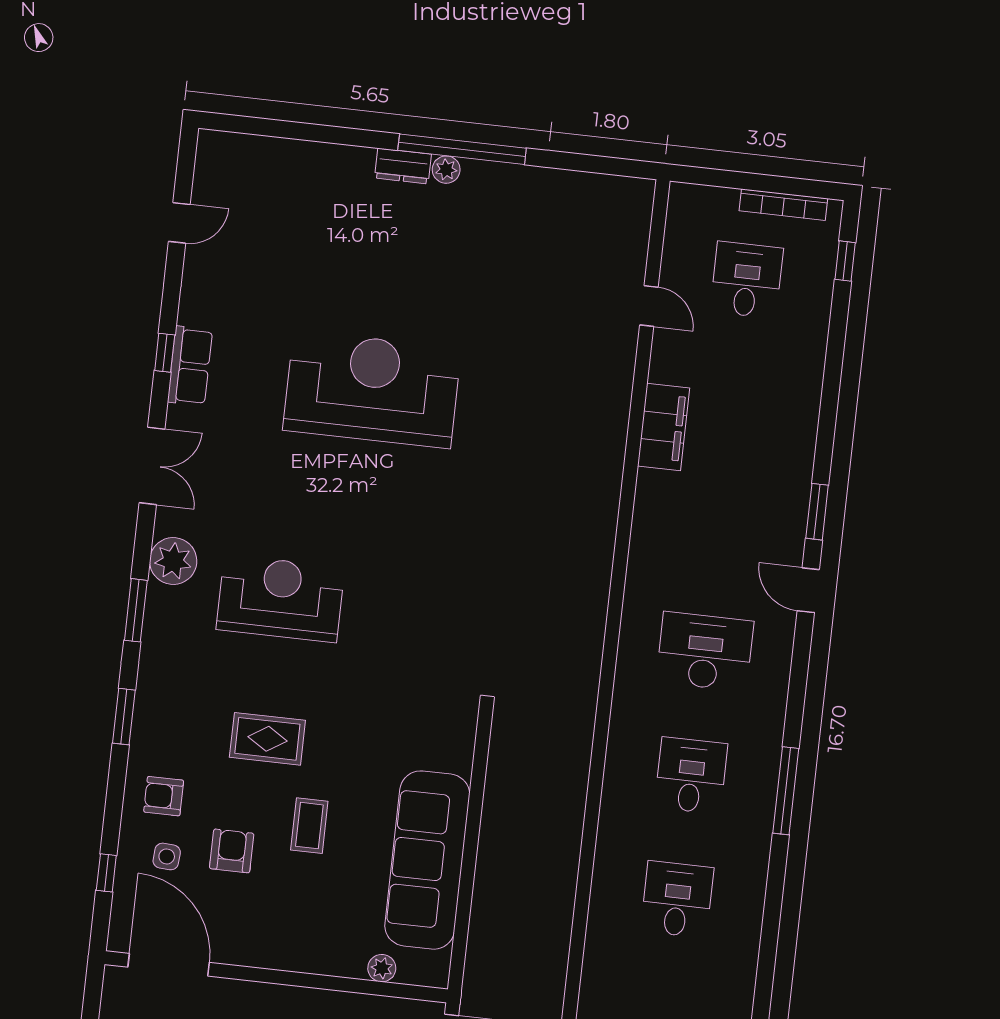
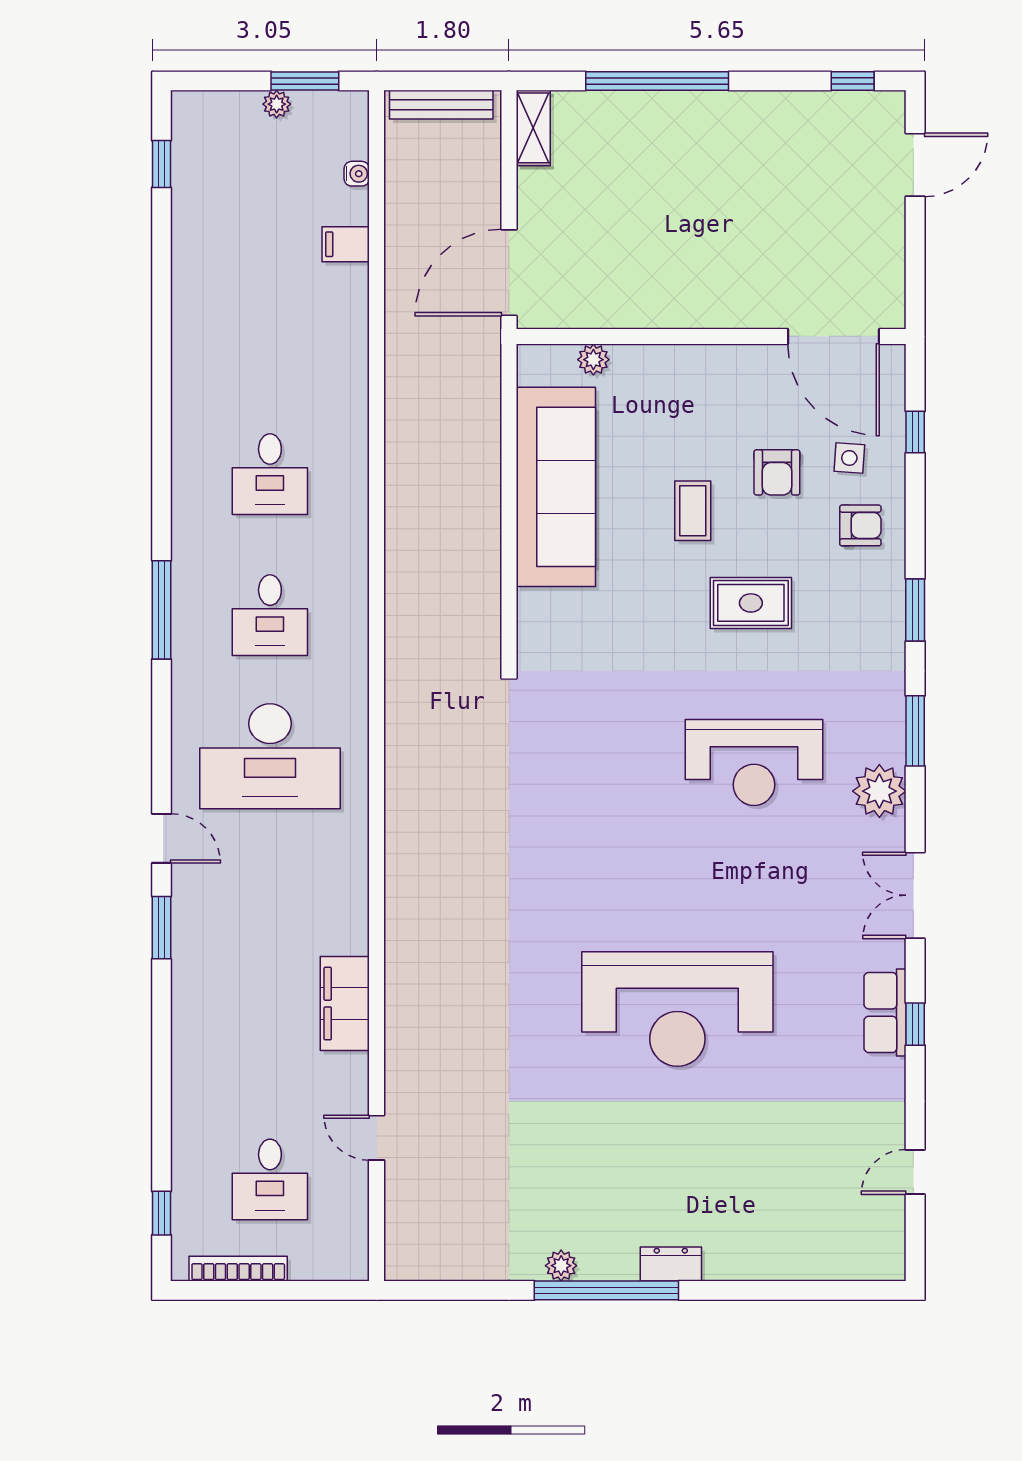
plant: (446, 170) -> (561, 1266), moved
desk: (705, 652) -> (270, 756), width x1.36, depth x1.30

